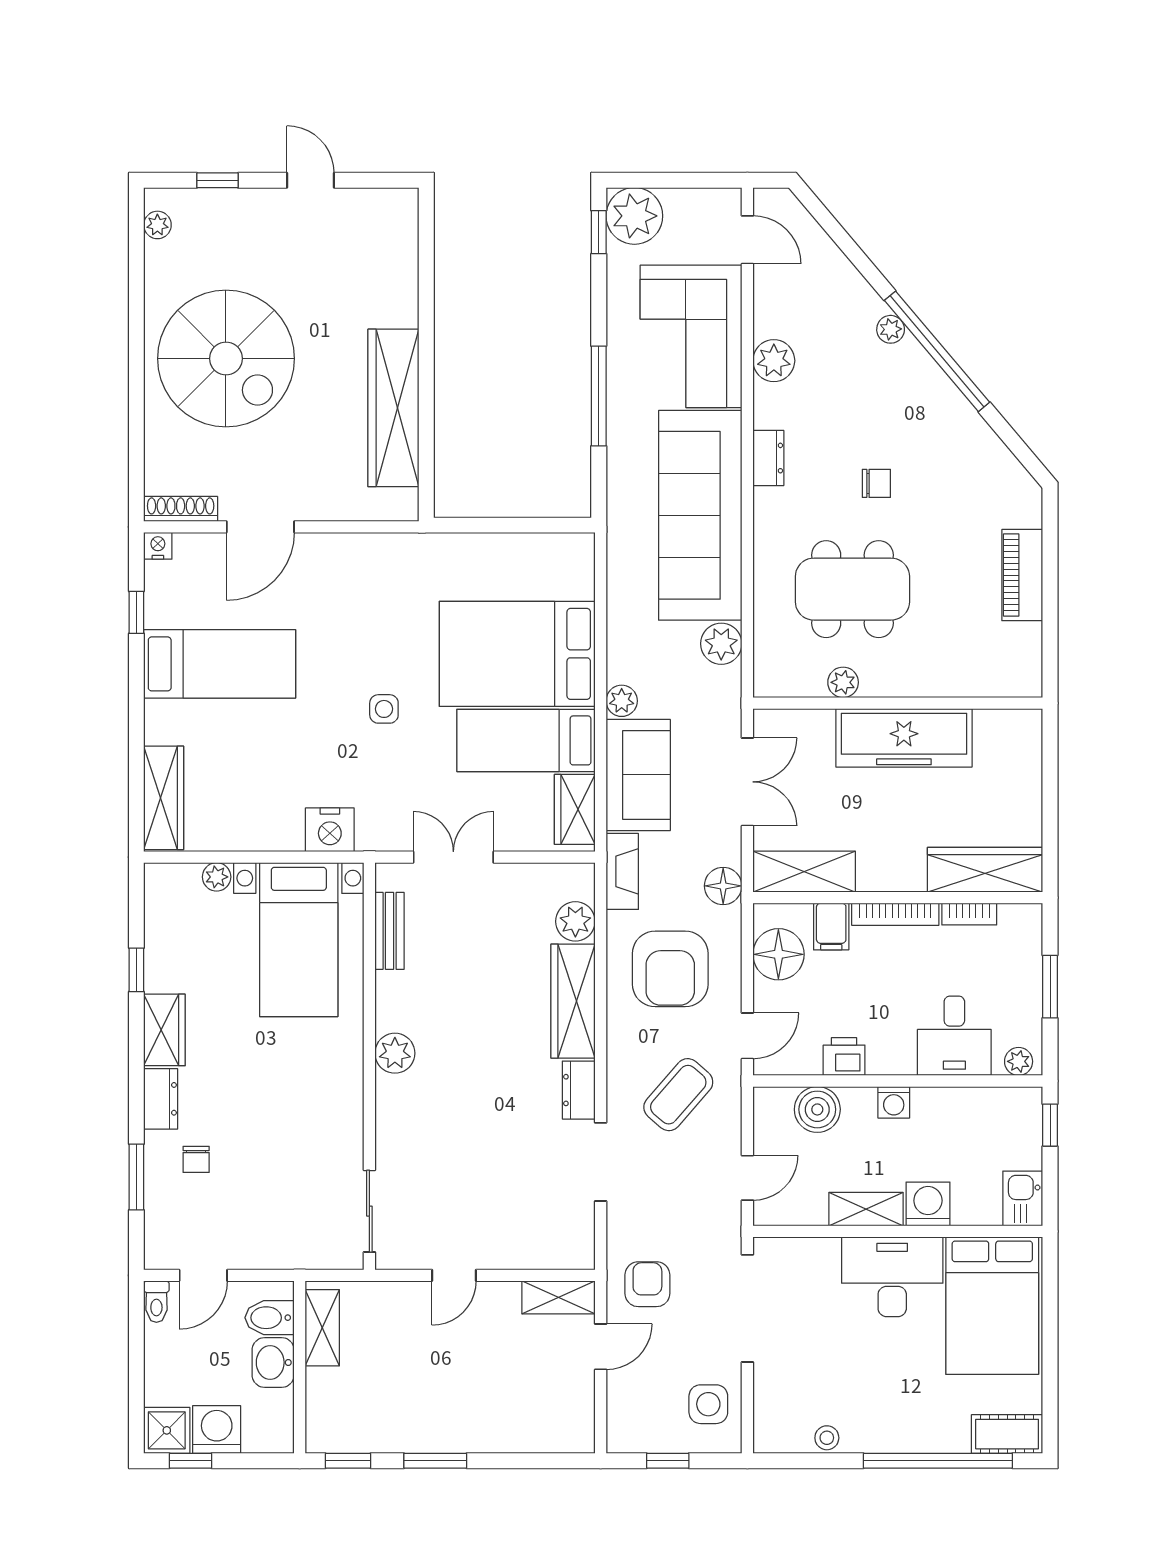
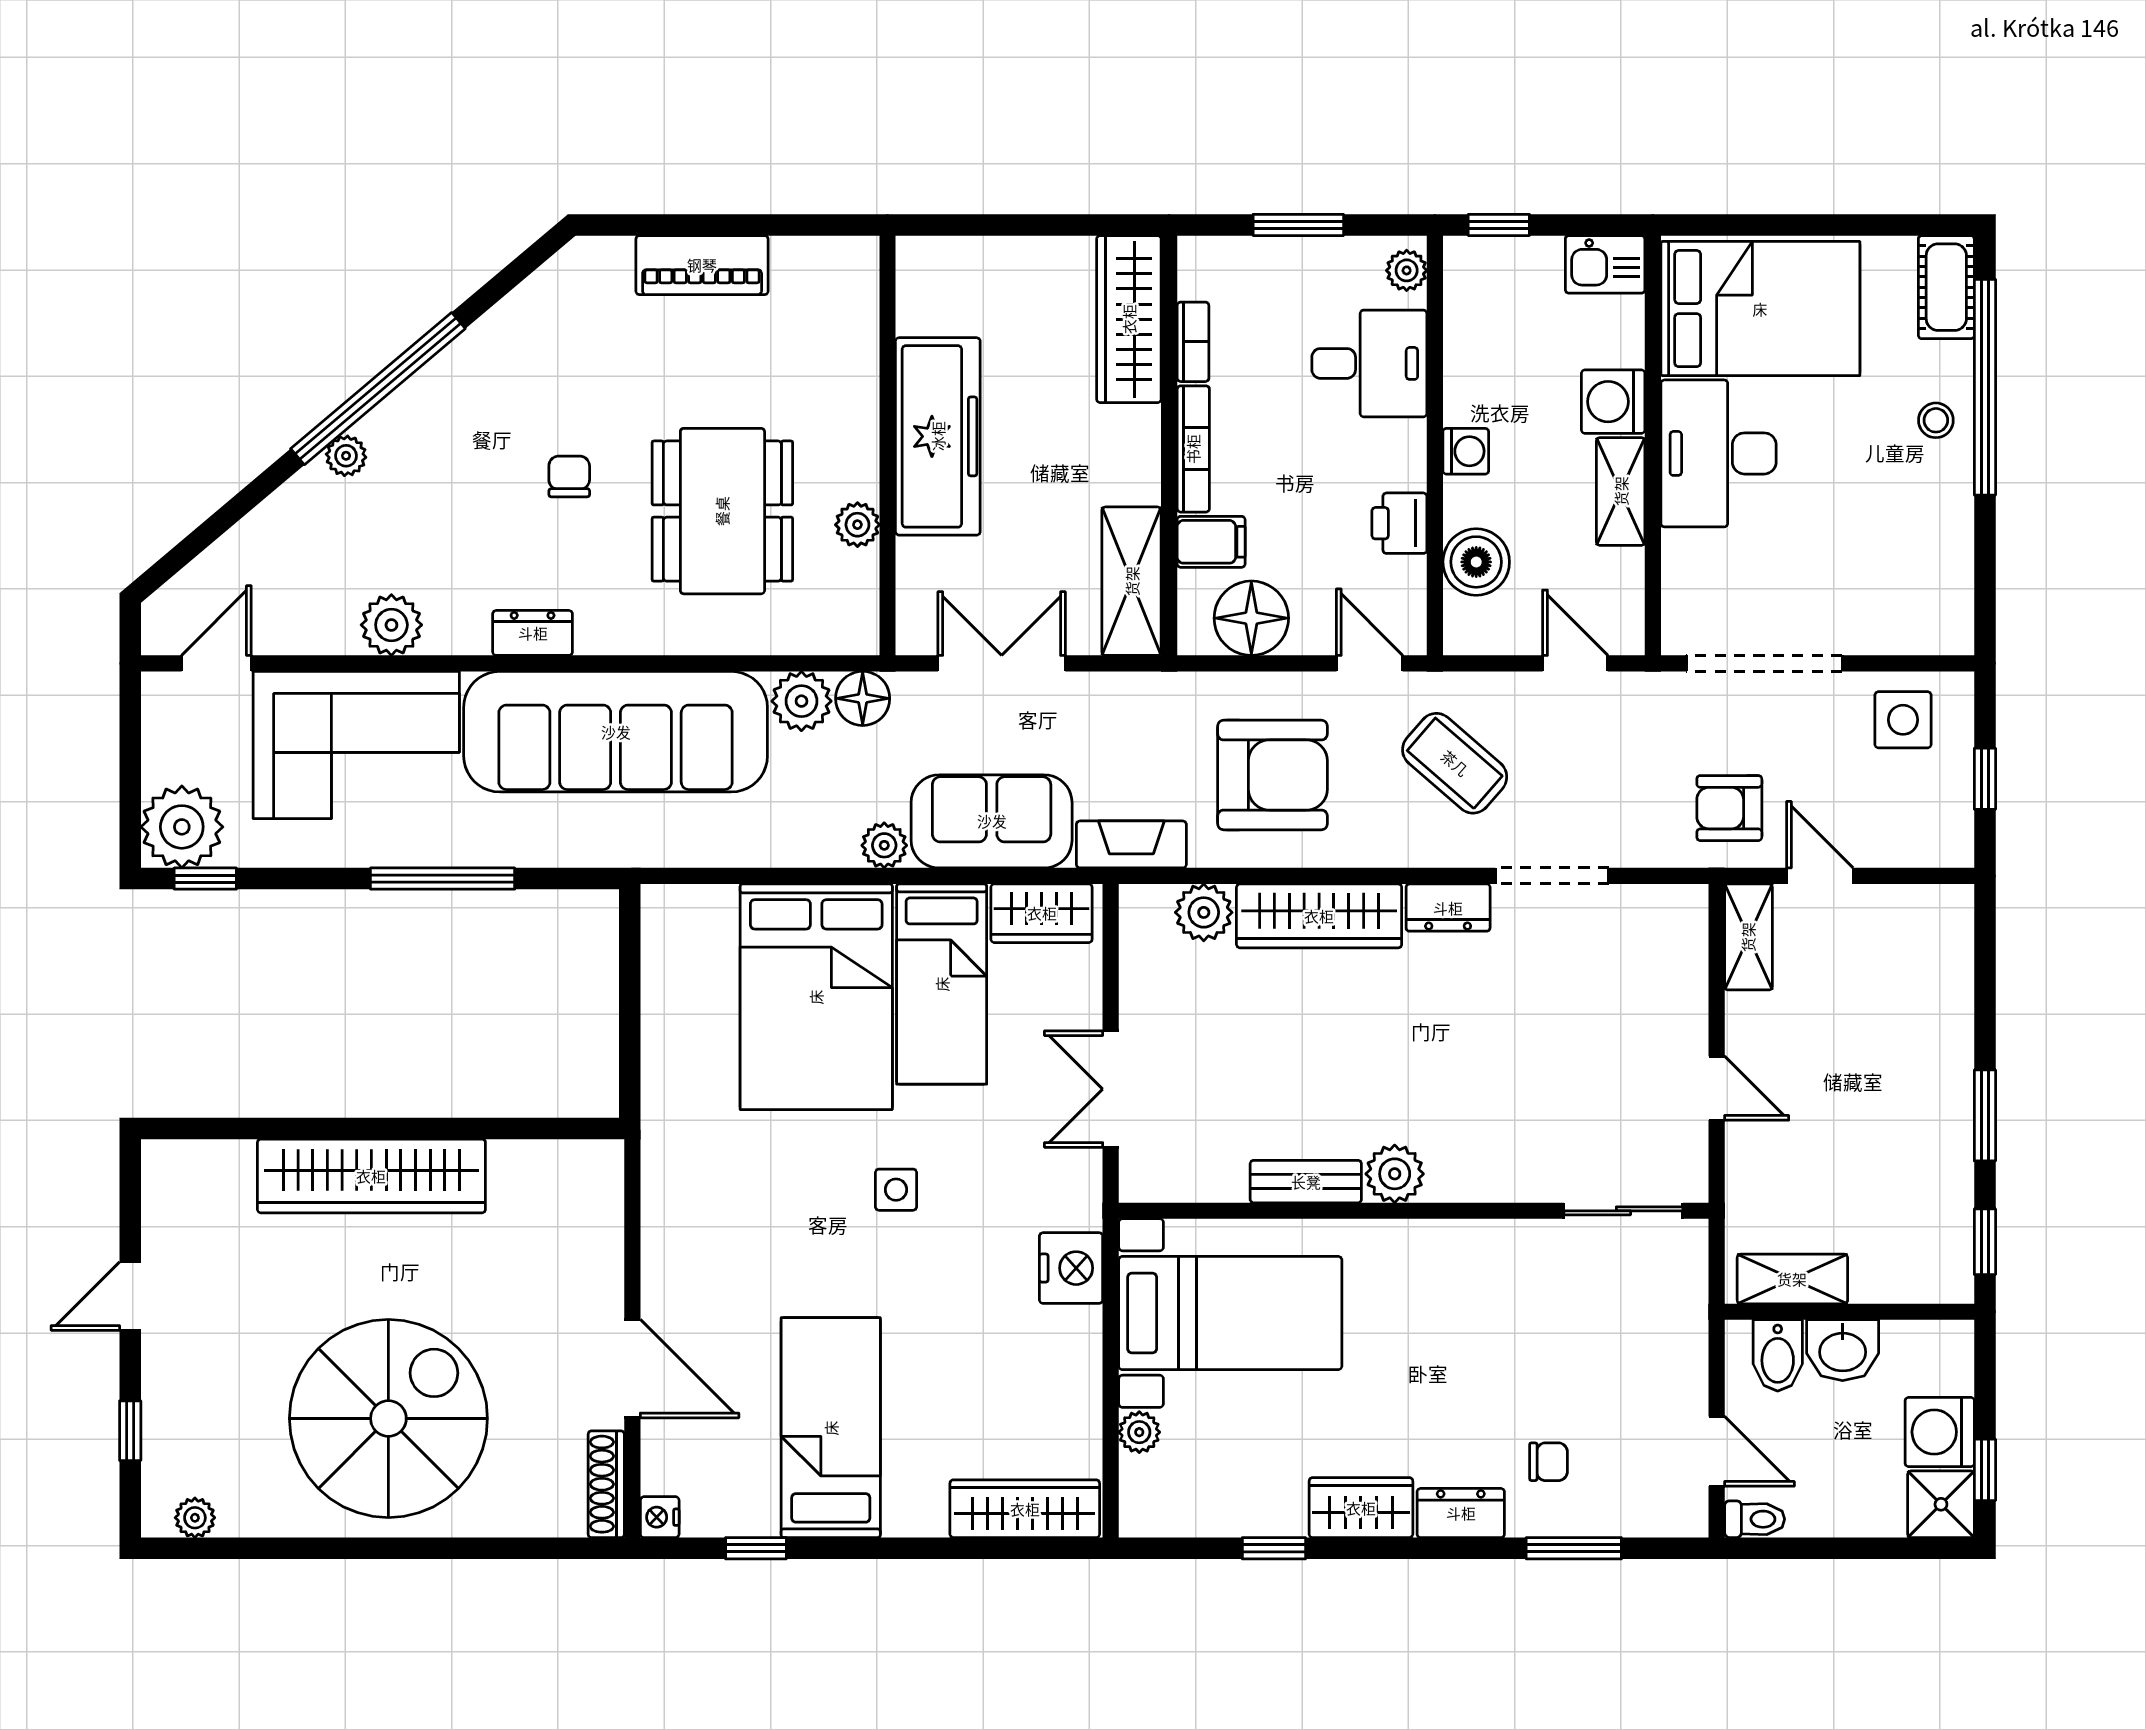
wardrobe: (393, 408) -> (371, 1176), moved
floor lamp: (723, 886) -> (863, 698), moved
bench: (390, 931) -> (1306, 1182), moved
stool: (827, 1438) -> (1936, 420), moved

